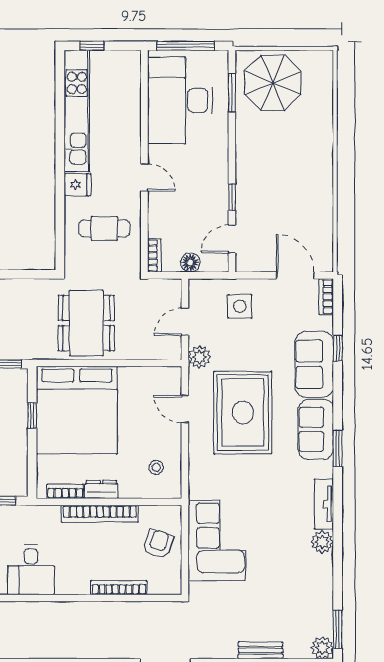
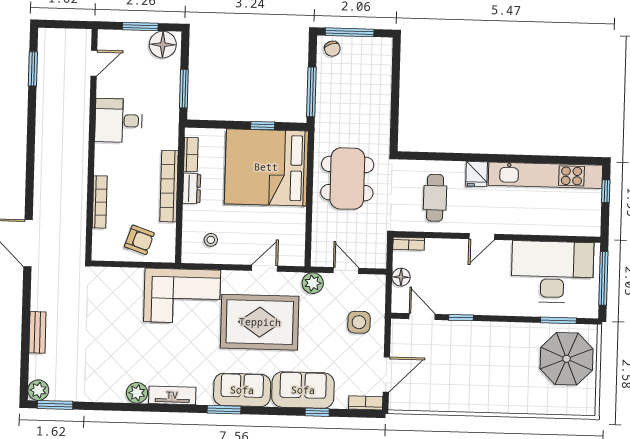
dining table: (86, 323) -> (347, 179), turned 90
corner sofa: (217, 541) -> (182, 296), moved

